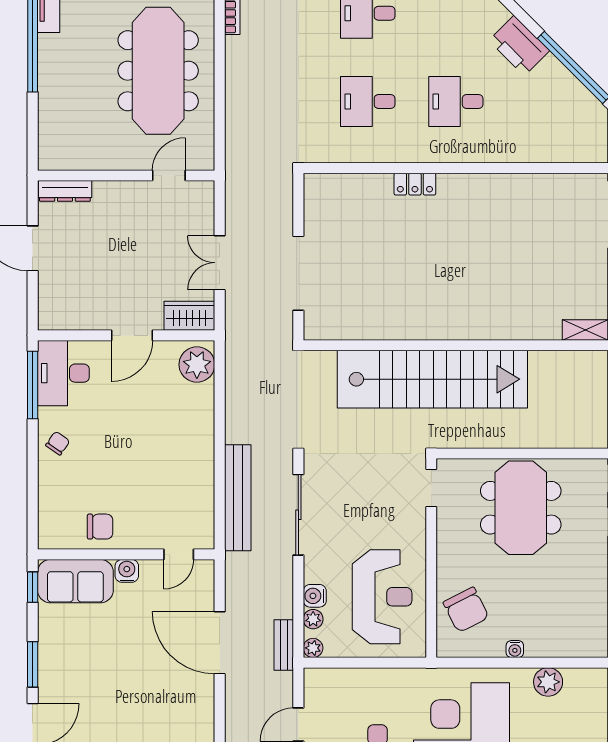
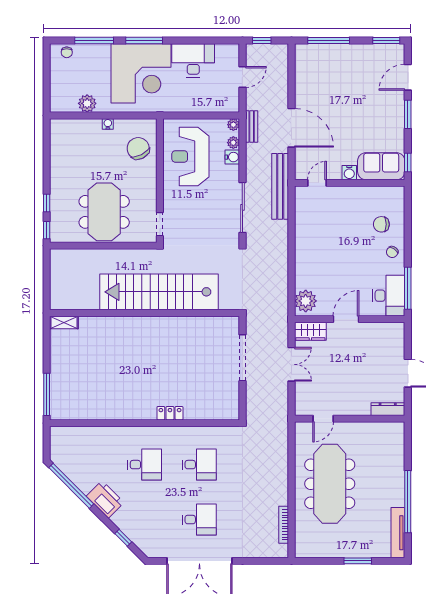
bench: (238, 498) -> (280, 186), moved
chair: (100, 527) -> (381, 224), moved

